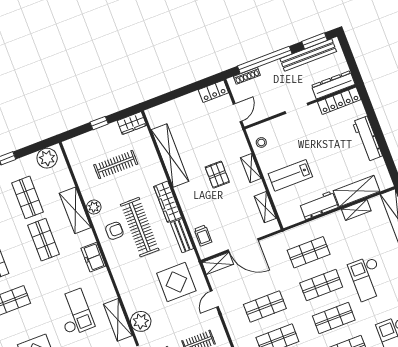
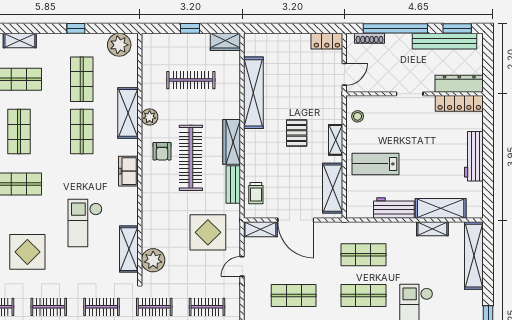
shelving: (265, 207) -> (333, 188), width x1.50, depth x1.33
armchair: (114, 231) -> (162, 151), turned 90
checkout: (74, 312) -> (85, 223), turned 180

